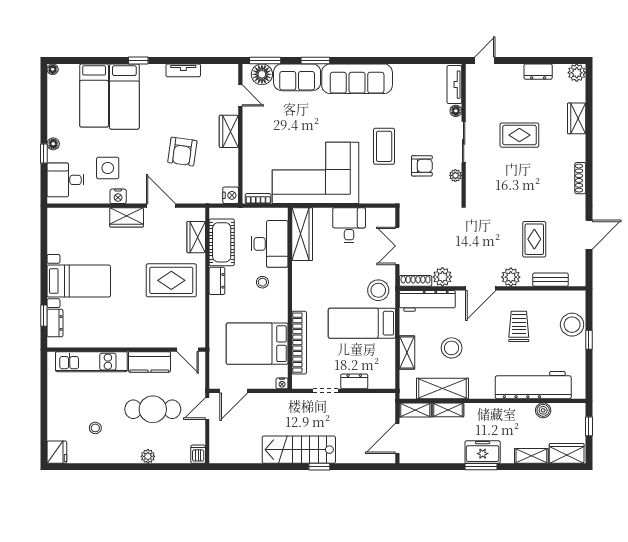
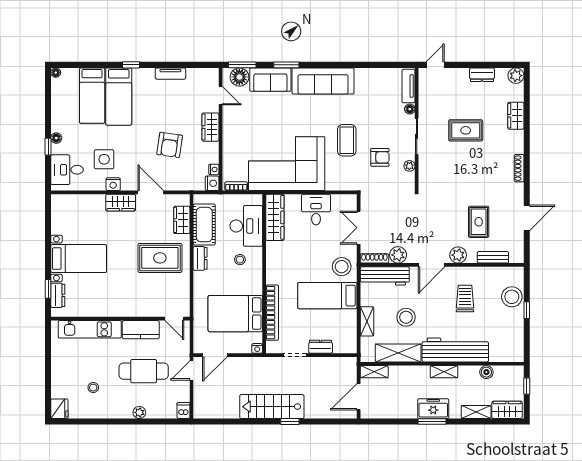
nightstand: (233, 180) -> (214, 169), added
workbench: (533, 385) -> (455, 350), moved
shelving: (448, 410) -> (444, 372), moved

